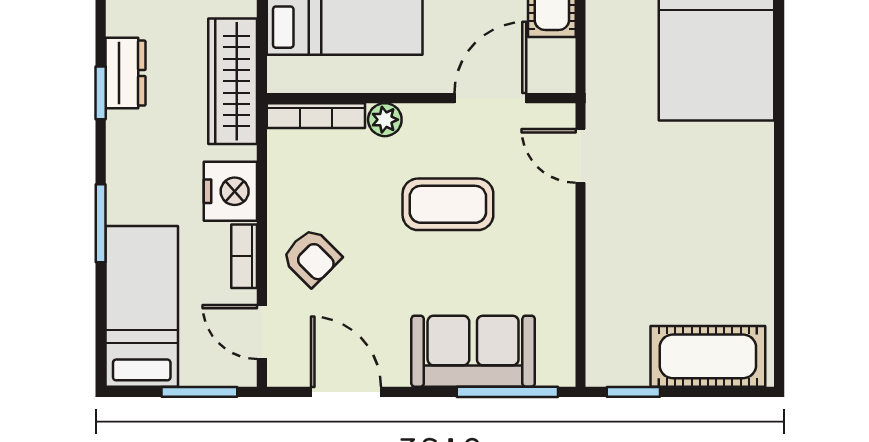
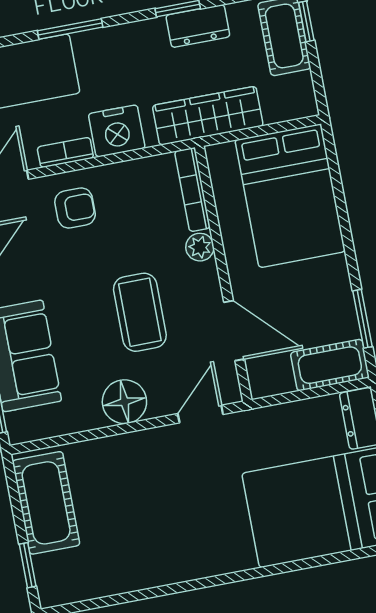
floor lamp: (549, 242) -> (124, 402), added
armchair: (311, 257) -> (75, 208), turned -135
cot: (708, 356) -> (46, 503), moved
window: (633, 392) -> (28, 565), moved

